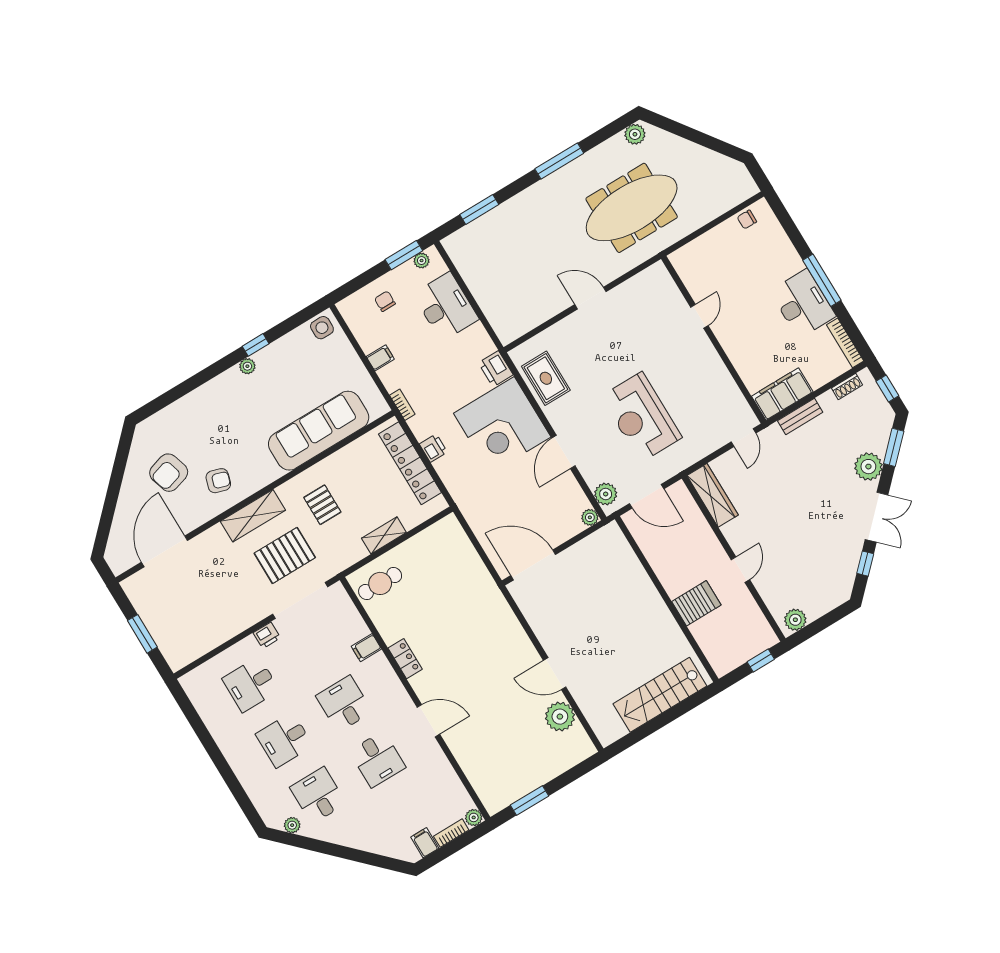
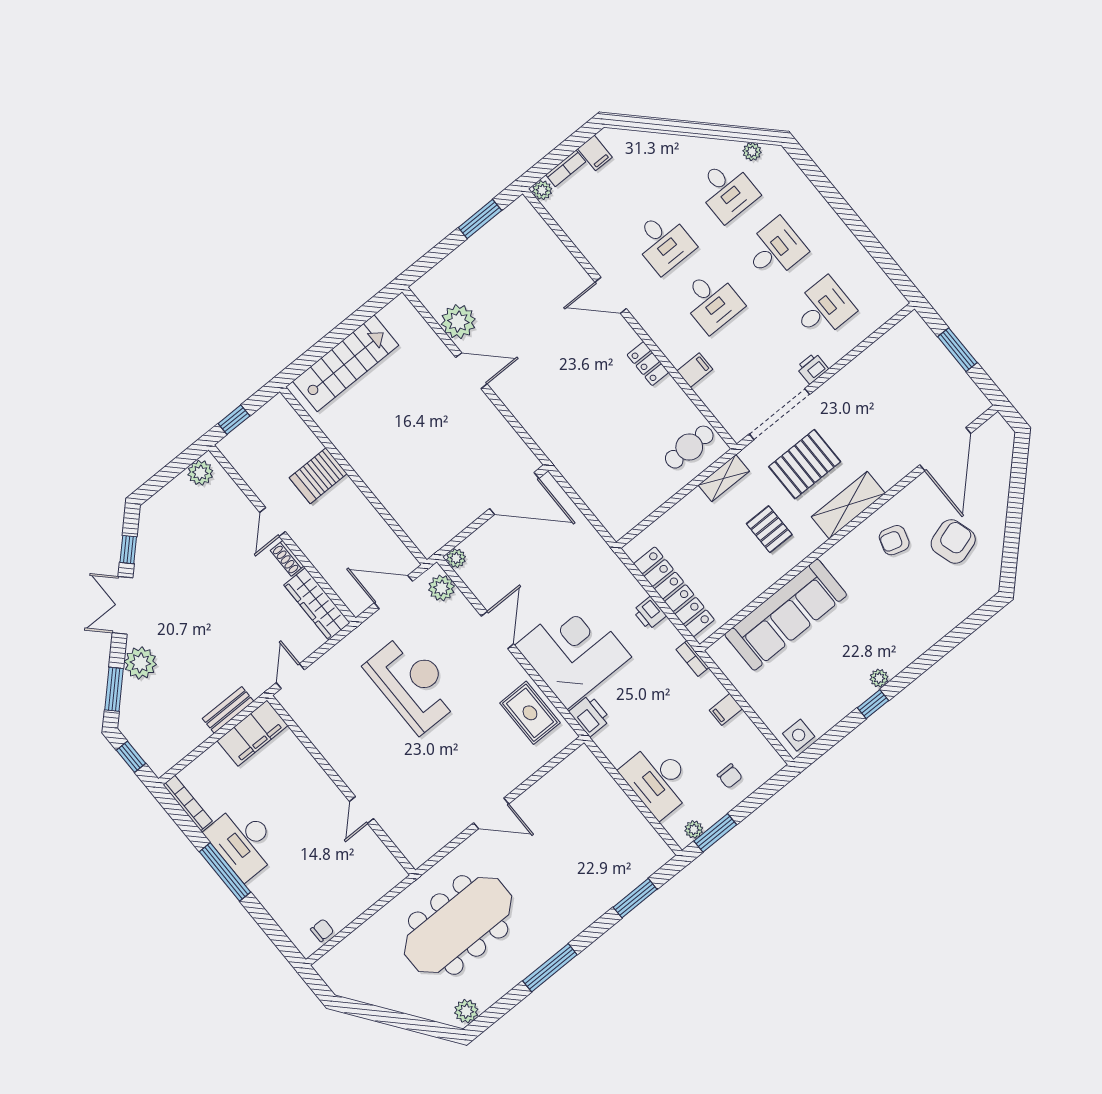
shoe rack: (847, 386) -> (287, 558), moved, turned -90
shelving: (384, 535) -> (724, 478), moved
desk: (378, 759) -> (663, 242), turned 180

